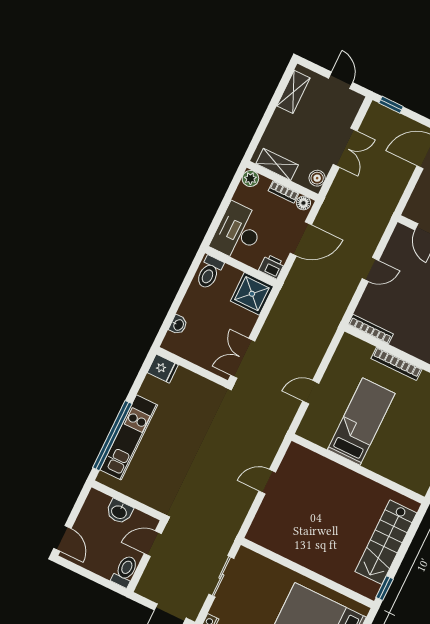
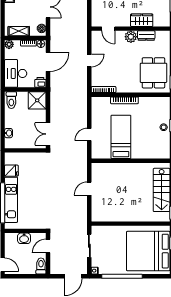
fridge: (163, 369) -> (11, 171), moved

